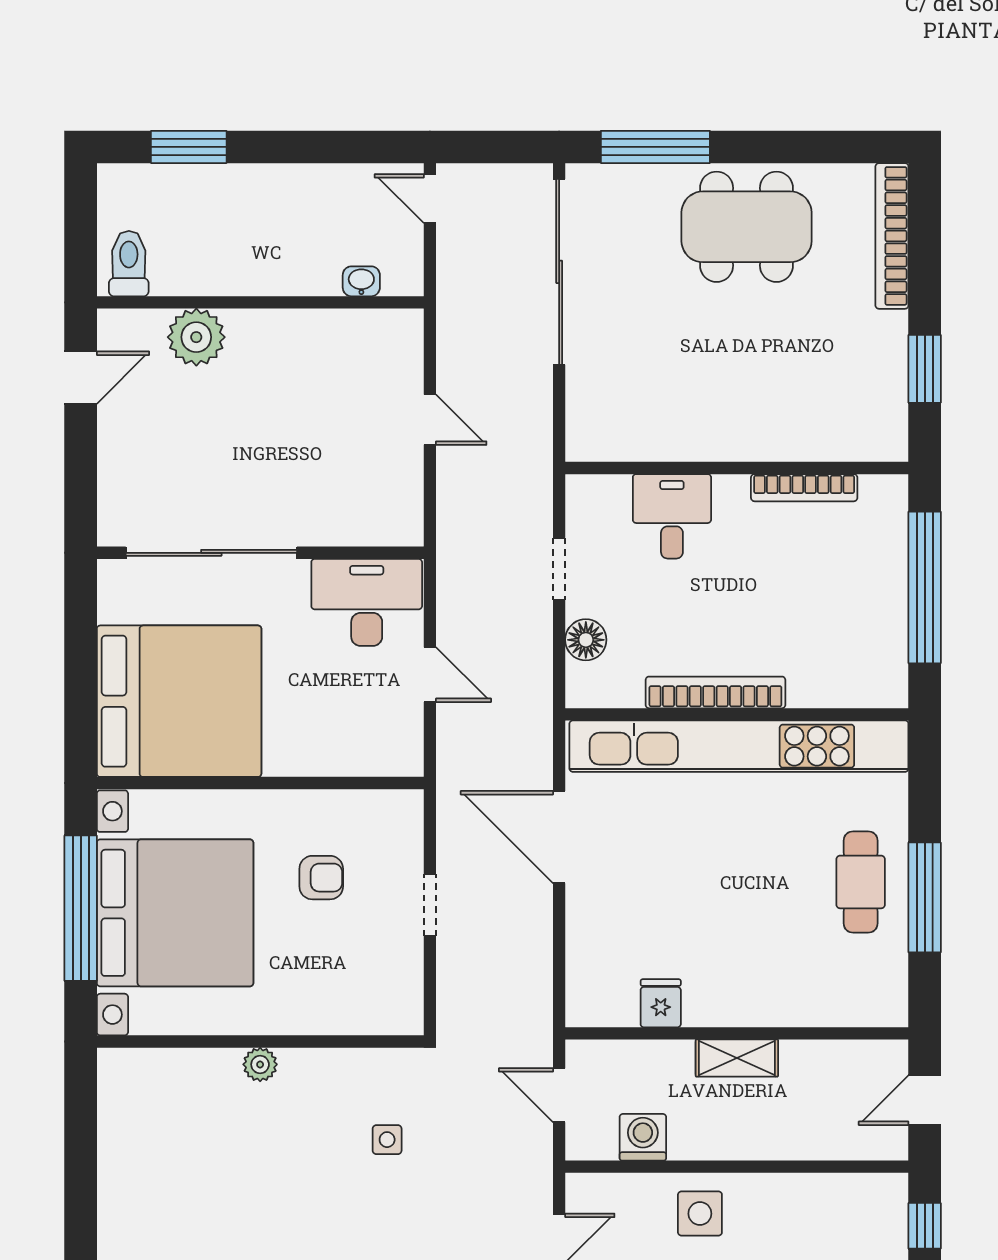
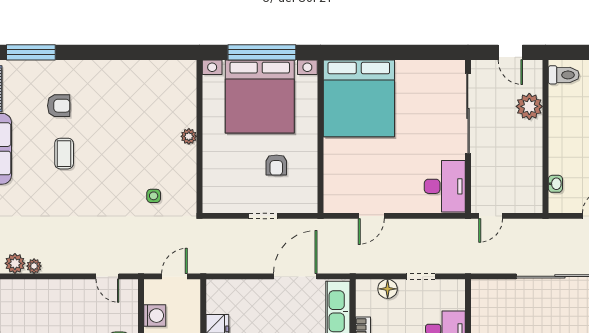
sliding door: (211, 553) -> (468, 114), moved
wall: (260, 553) -> (468, 136), moved
desk: (367, 602) -> (445, 186), moved

